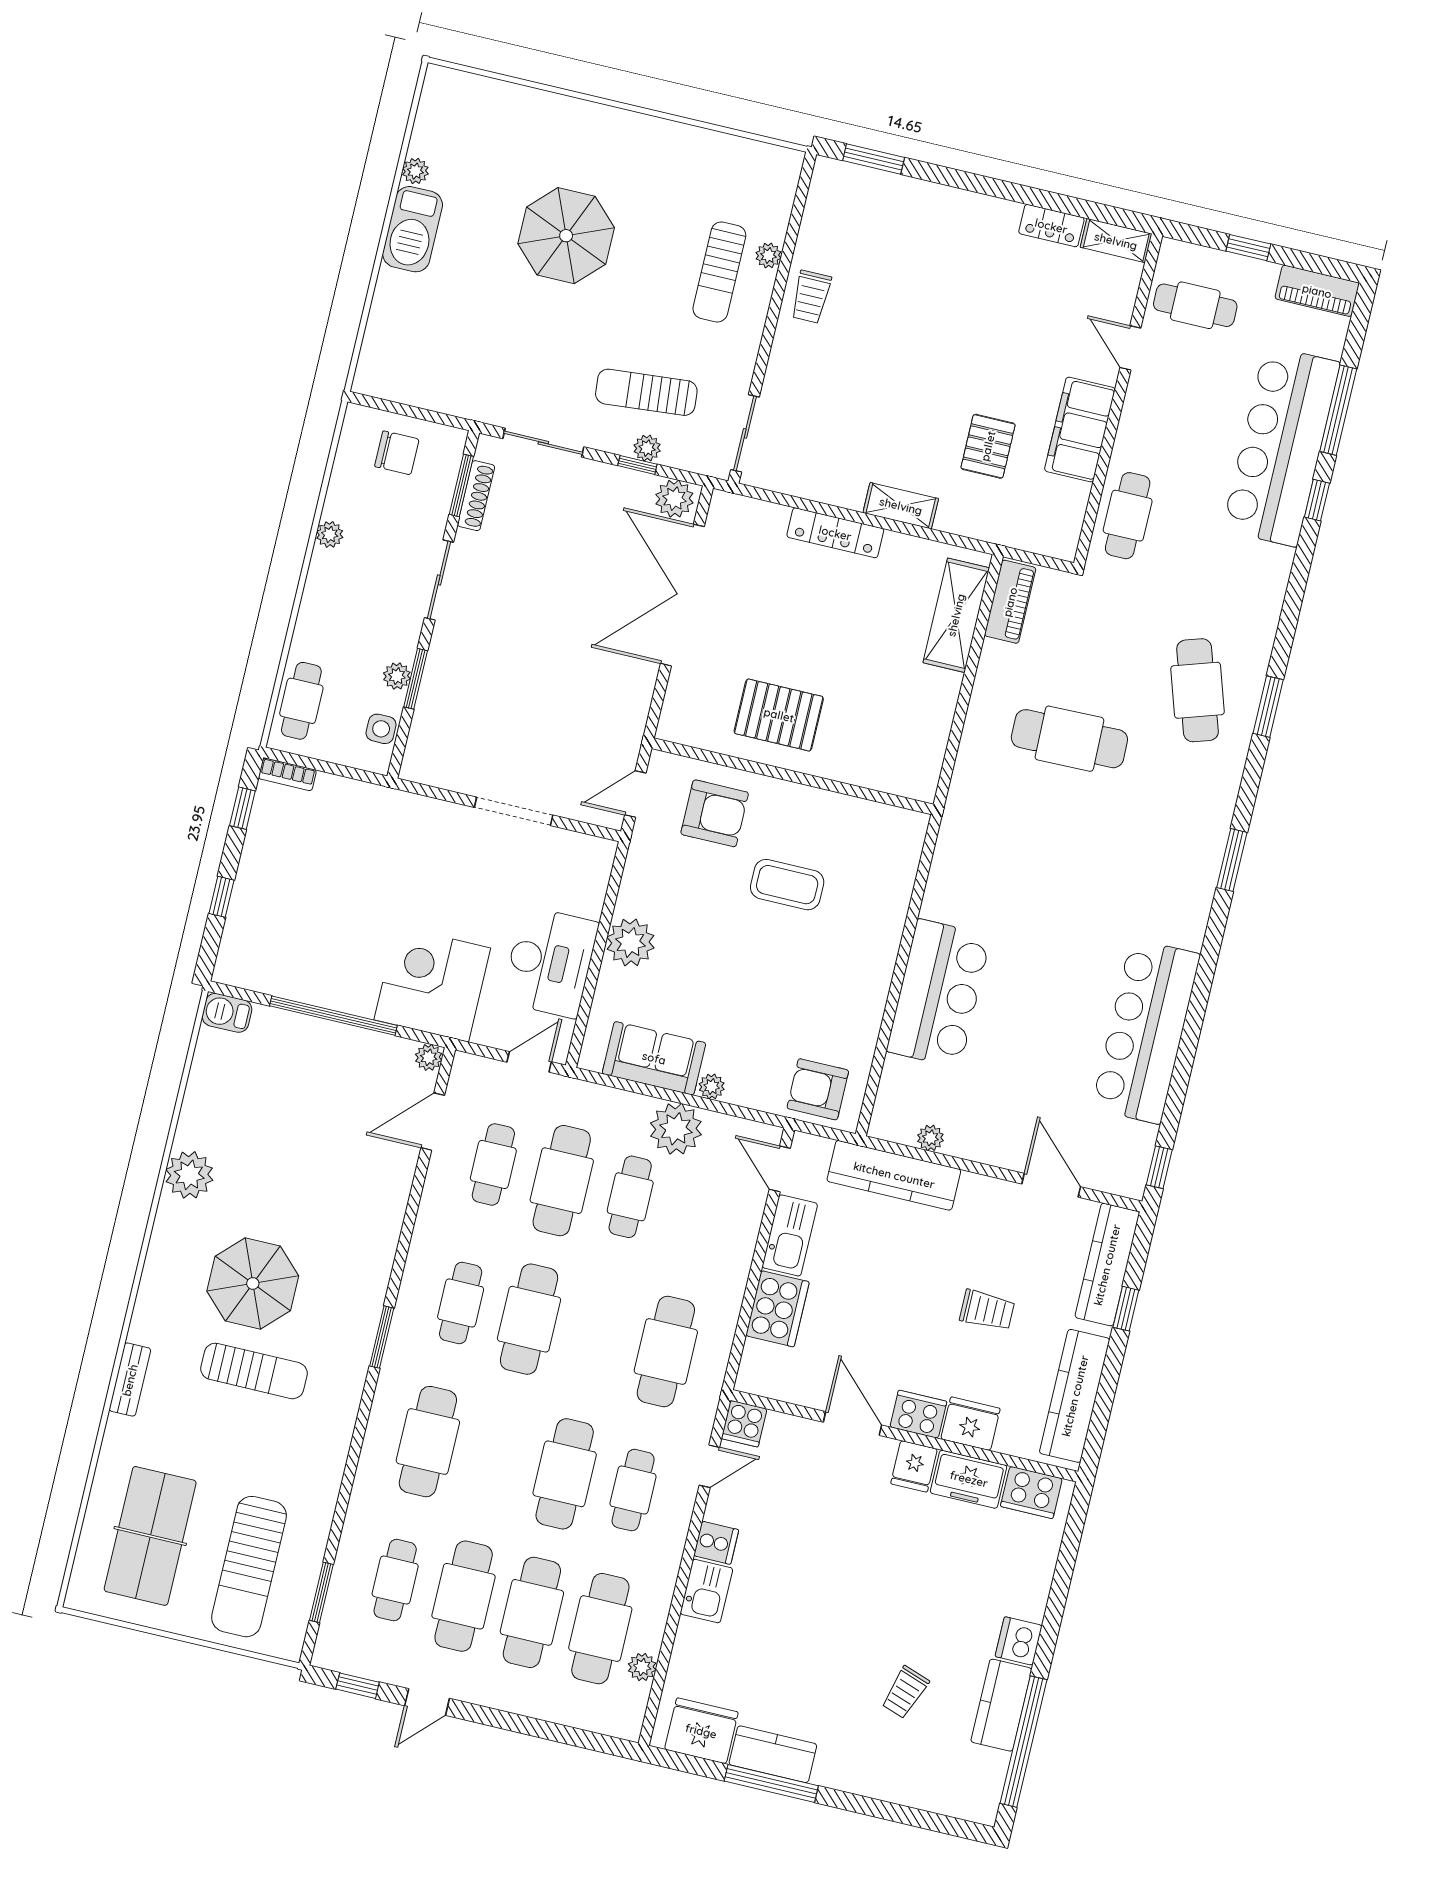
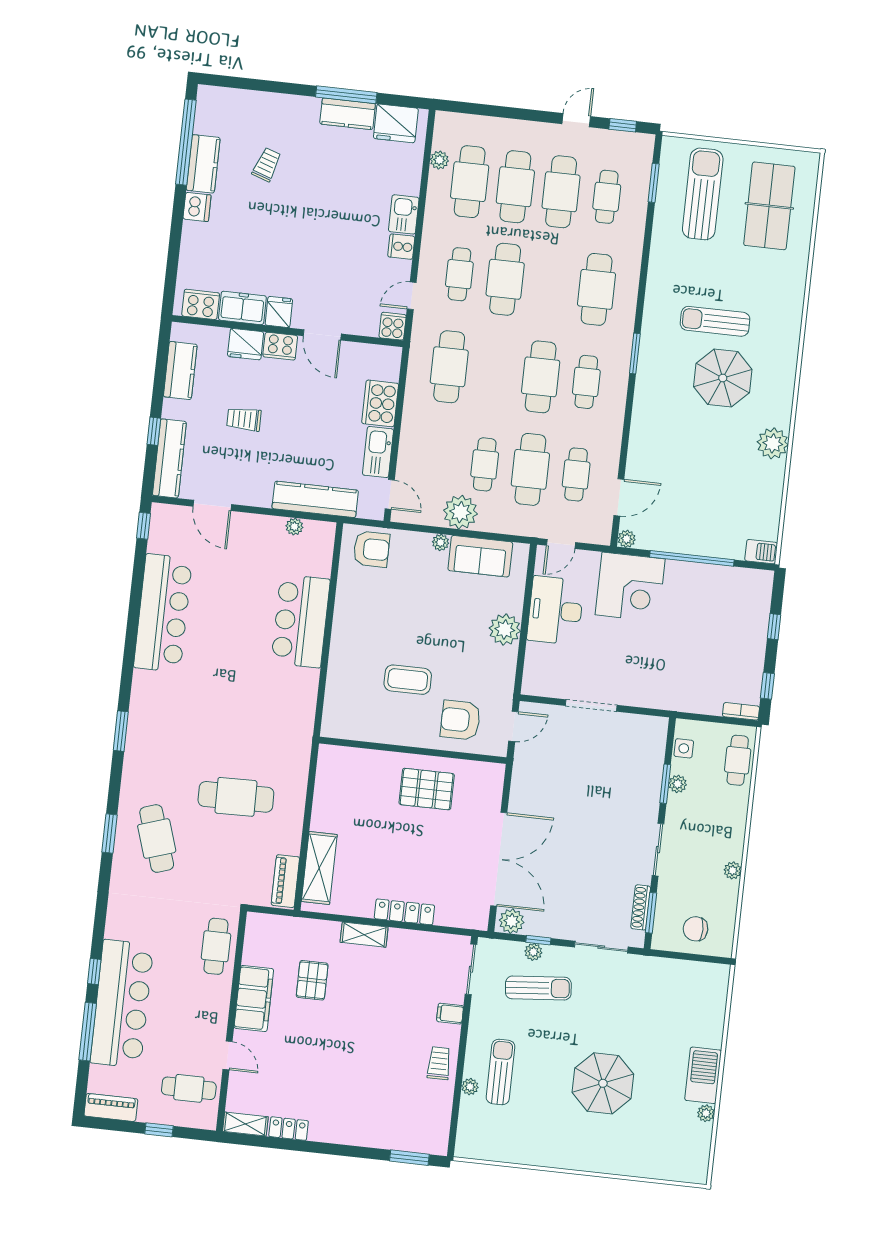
filing cabinet: (785, 370) -> (450, 1014), added
bench: (130, 1380) -> (795, 306), removed
kitchen counter: (1075, 1396) -> (180, 371), width x0.67

